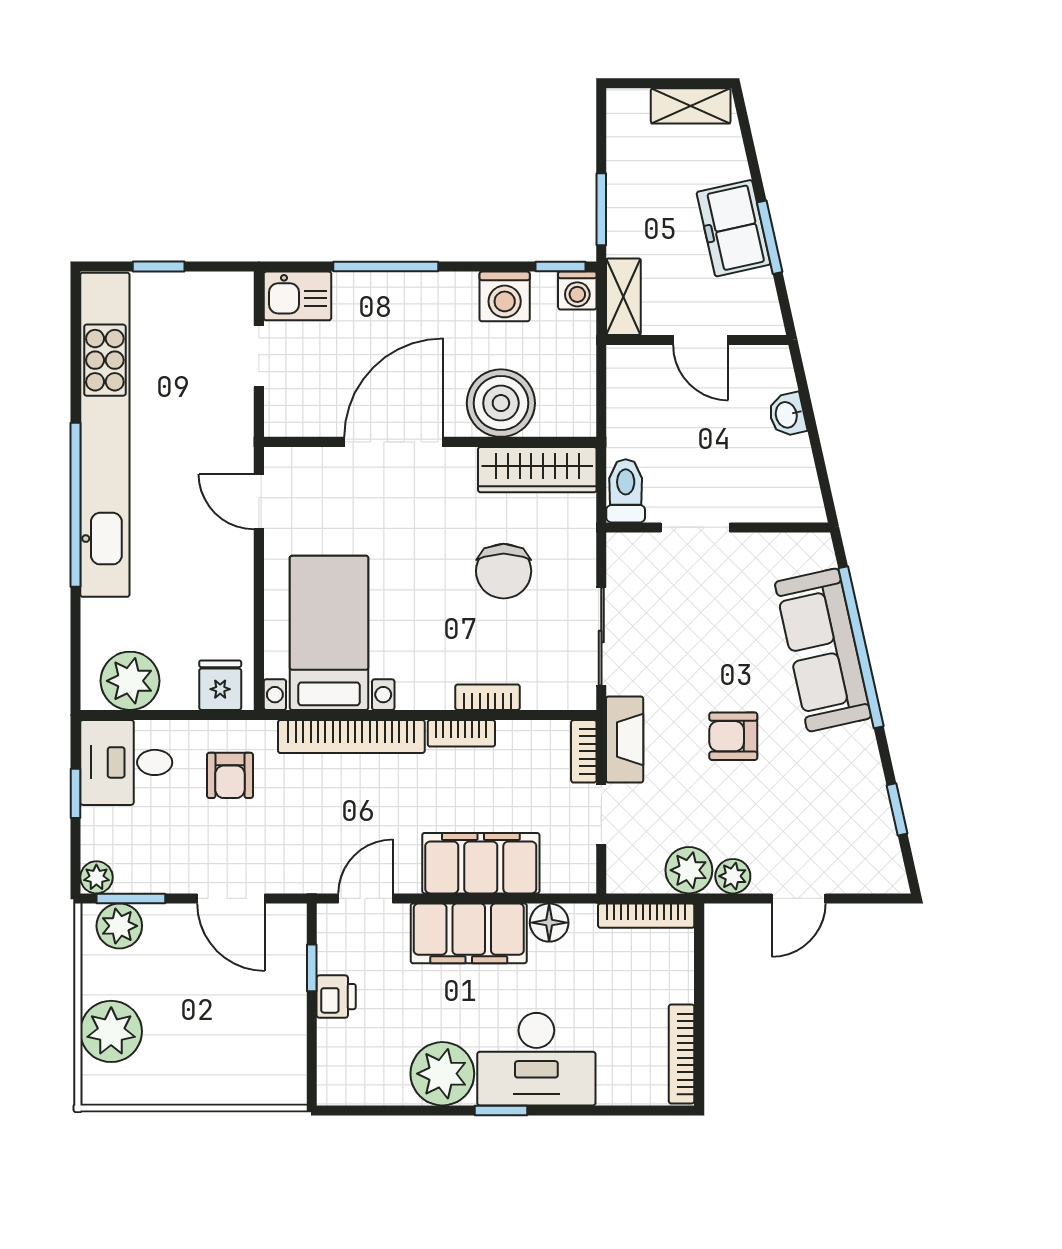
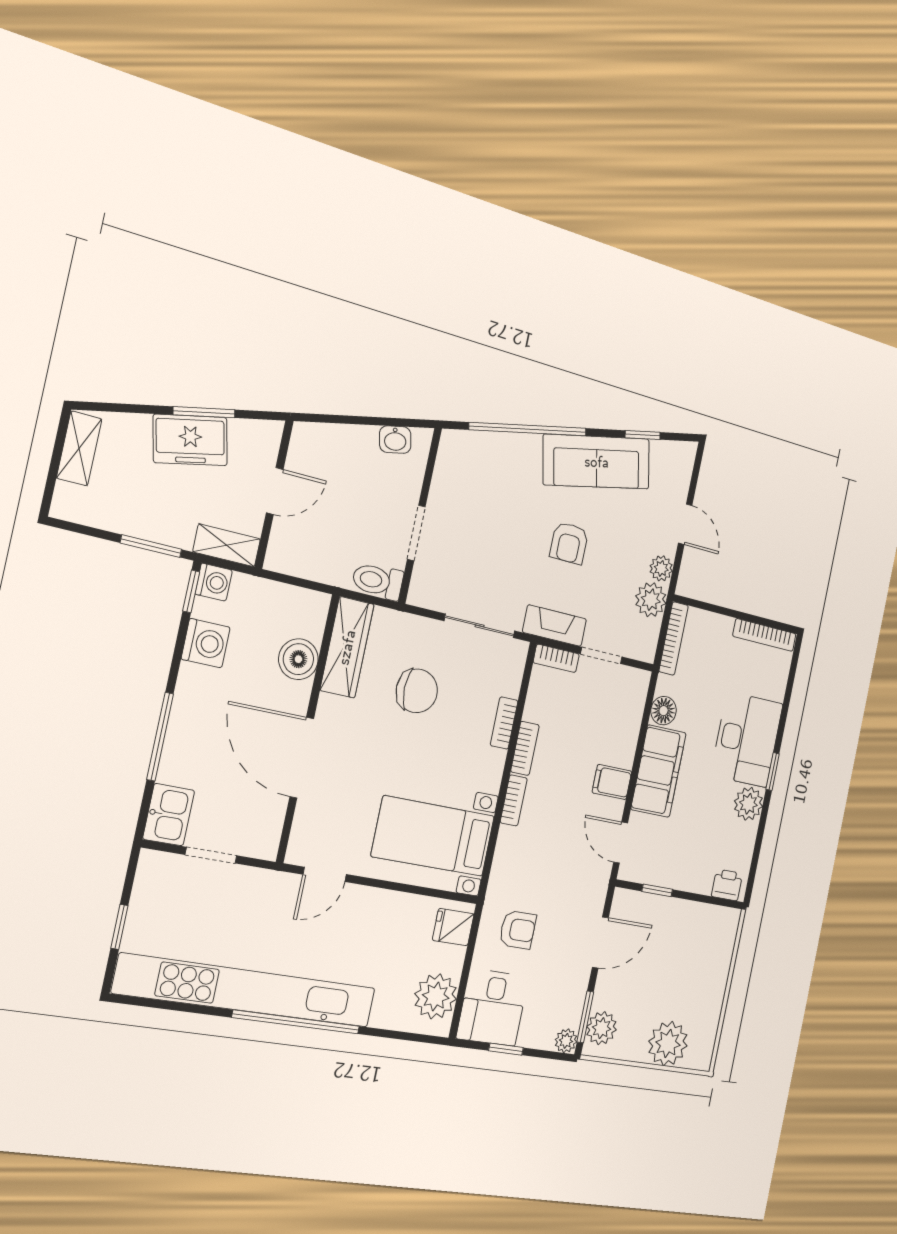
boiler: (501, 403) -> (298, 659), width x0.73, depth x0.73
washbasin: (787, 415) -> (395, 440), moved
sofa: (823, 650) -> (597, 462), moved
bookcase: (351, 737) -> (514, 800), width x0.43, depth x0.76
filing cabinet: (481, 863) -> (612, 782), width x0.33, depth x0.86
printer: (336, 997) -> (727, 885), moved
plant: (442, 1074) -> (748, 804), width x0.73, depth x0.73

